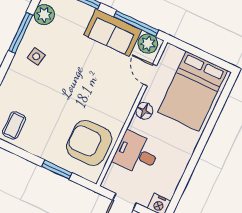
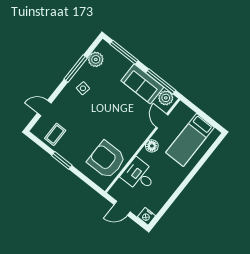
bed: (192, 91) -> (190, 140), width x0.67
window: (57, 170) -> (62, 160), moved

